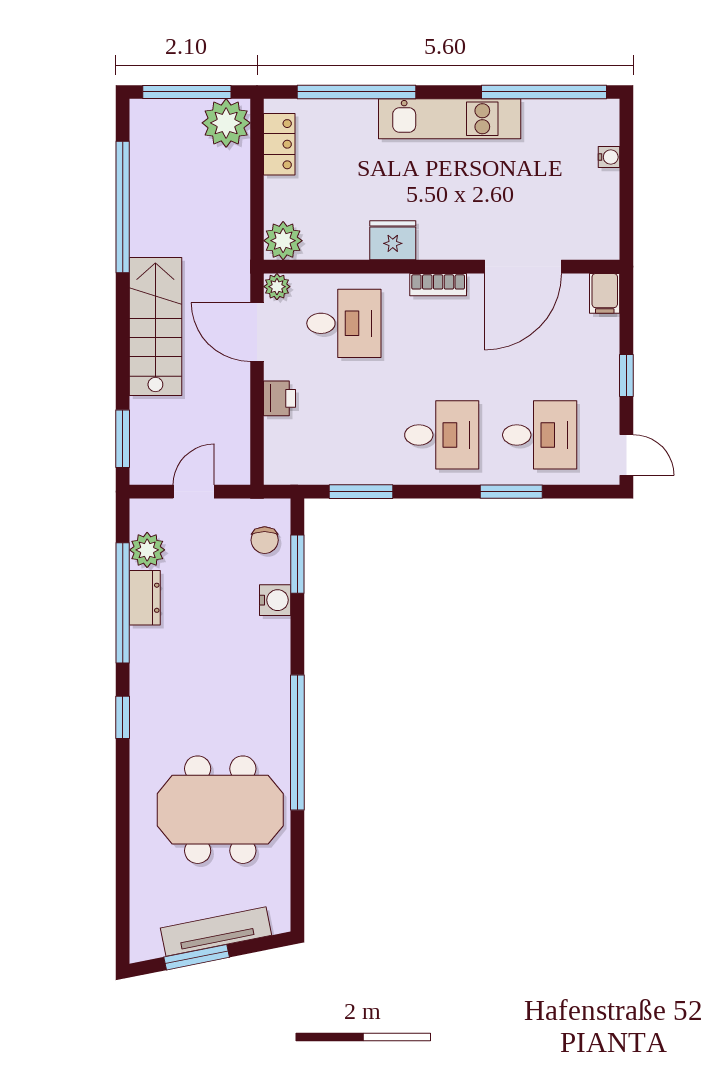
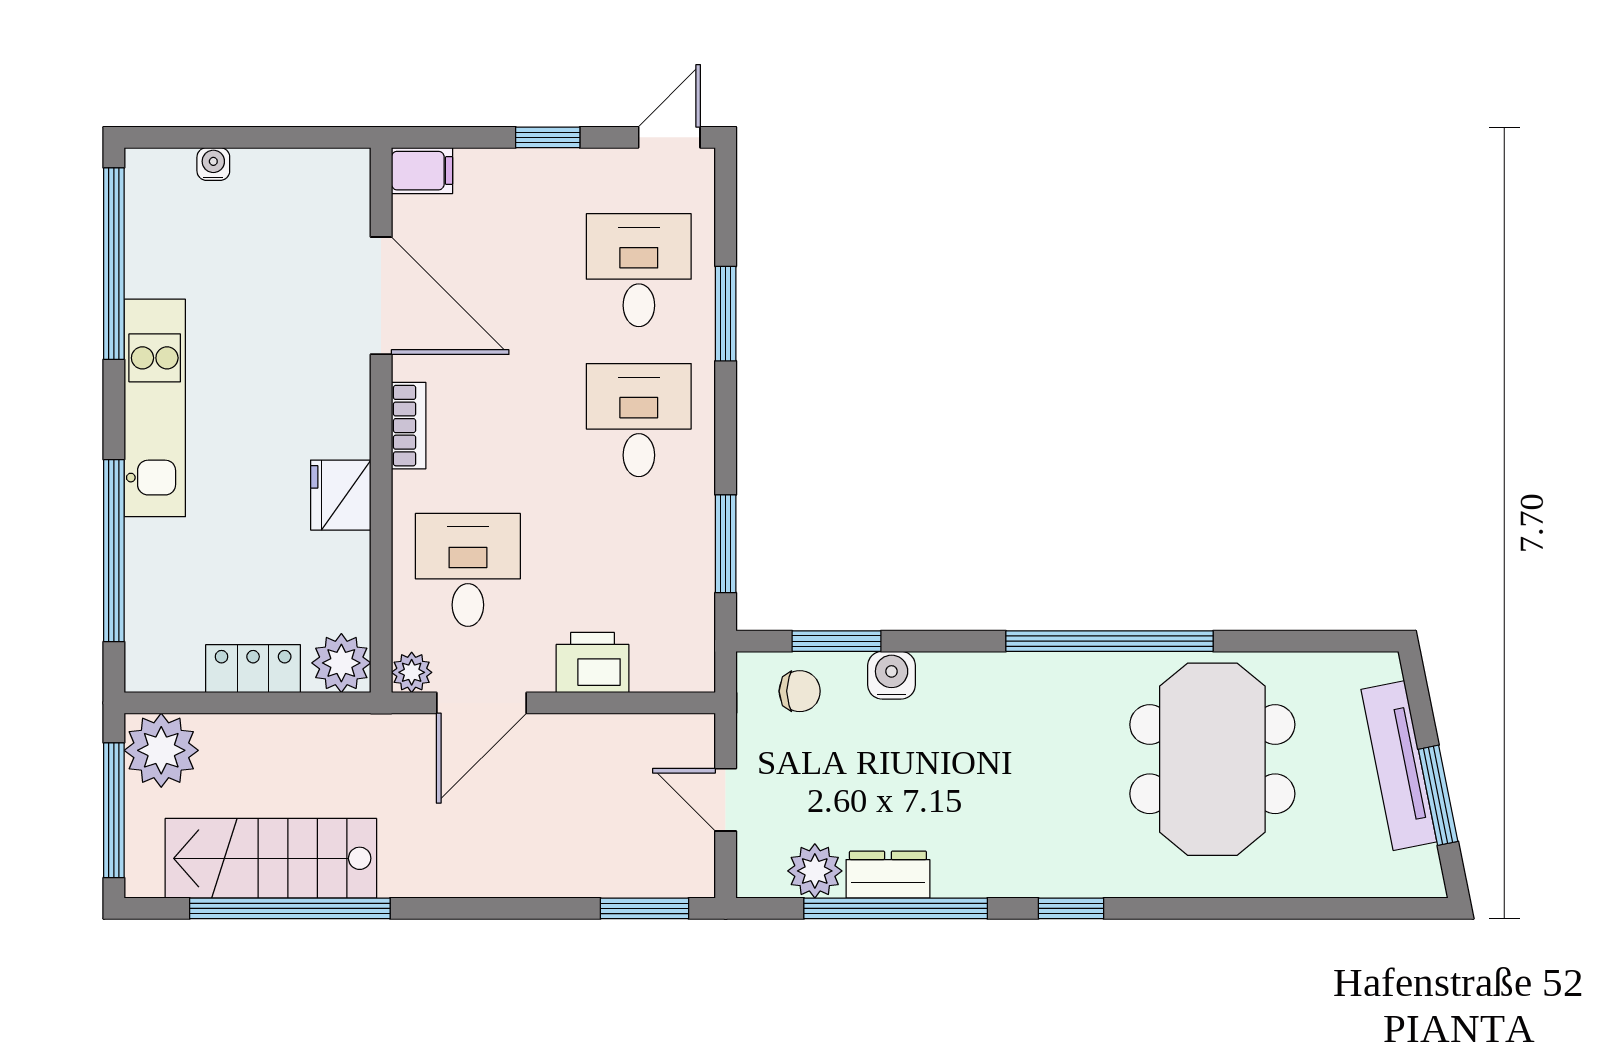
locker: (279, 144) -> (253, 669), moved
stairs: (155, 326) -> (271, 858), moved
printer: (280, 398) -> (592, 662), width x1.36, depth x1.24

